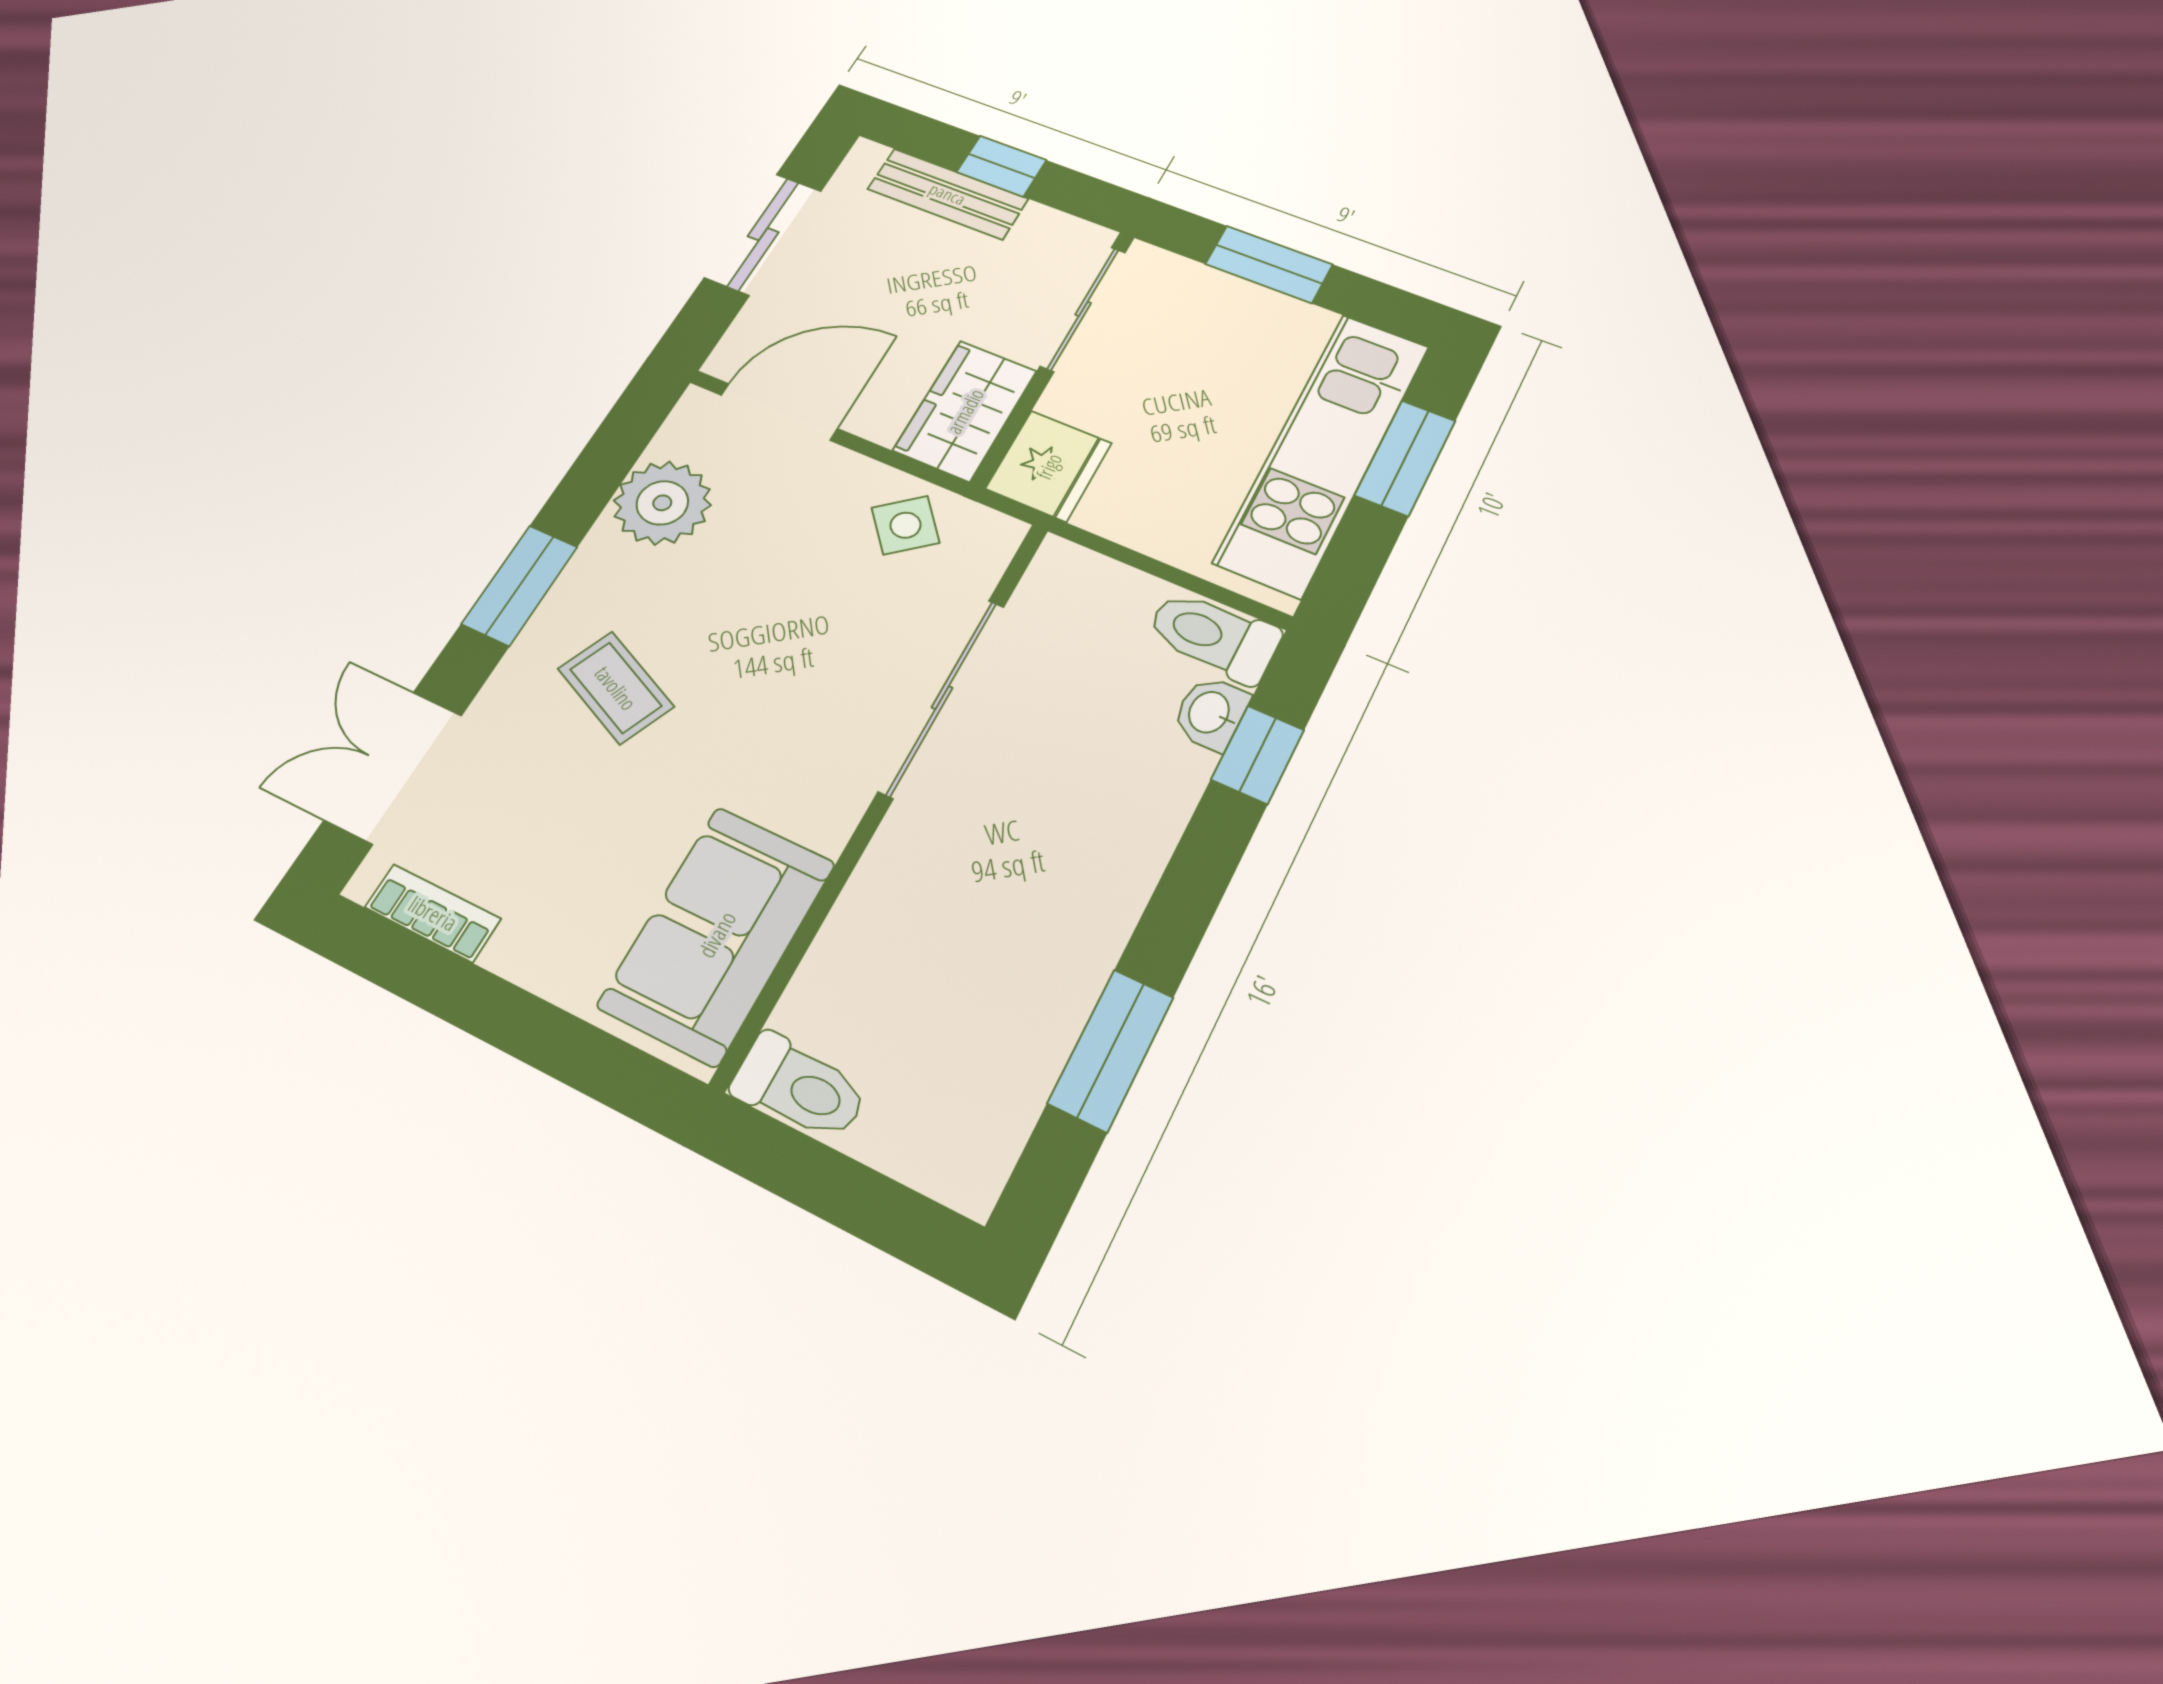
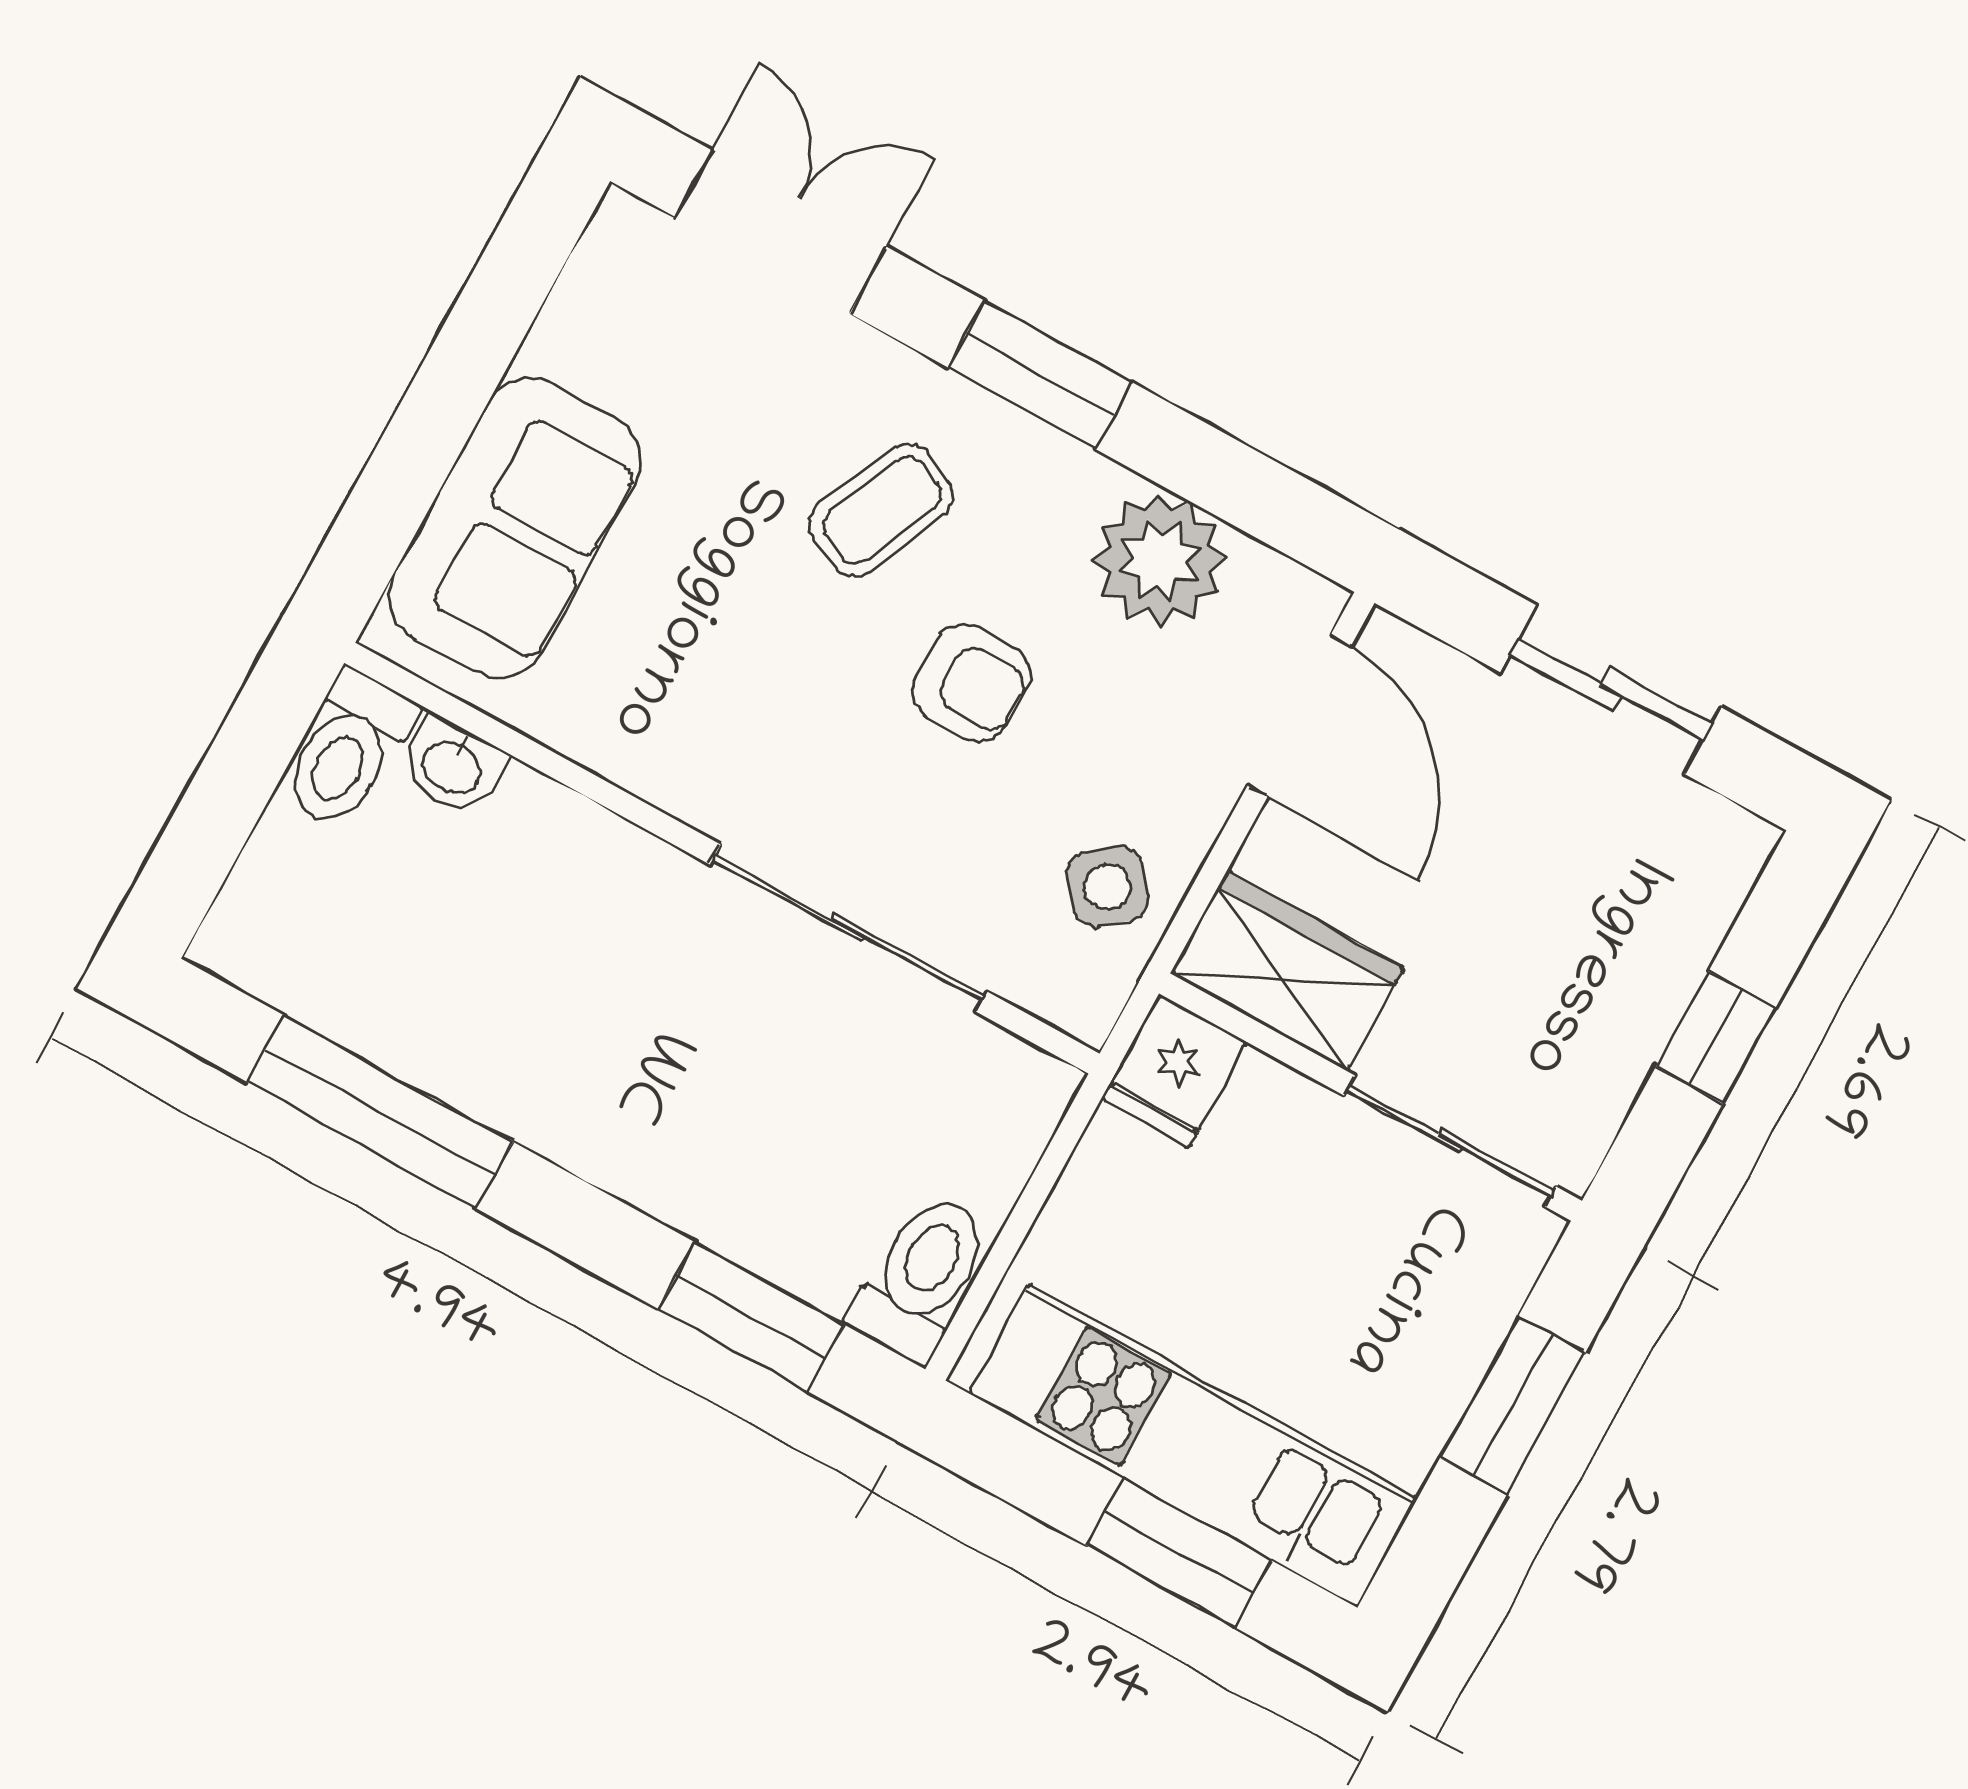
bench: (948, 194) -> (1668, 958), removed
fridge: (1049, 466) -> (1174, 1071), width x0.72
armchair: (751, 621) -> (972, 683), added
washbasin: (1211, 713) -> (453, 766), moved, turned 180
window: (1258, 755) -> (751, 1317), width x1.50
bookcase: (433, 913) -> (581, 299), removed
sofa: (717, 934) -> (514, 528), moved, turned 90
window: (1111, 1050) -> (380, 1112), width x1.44

